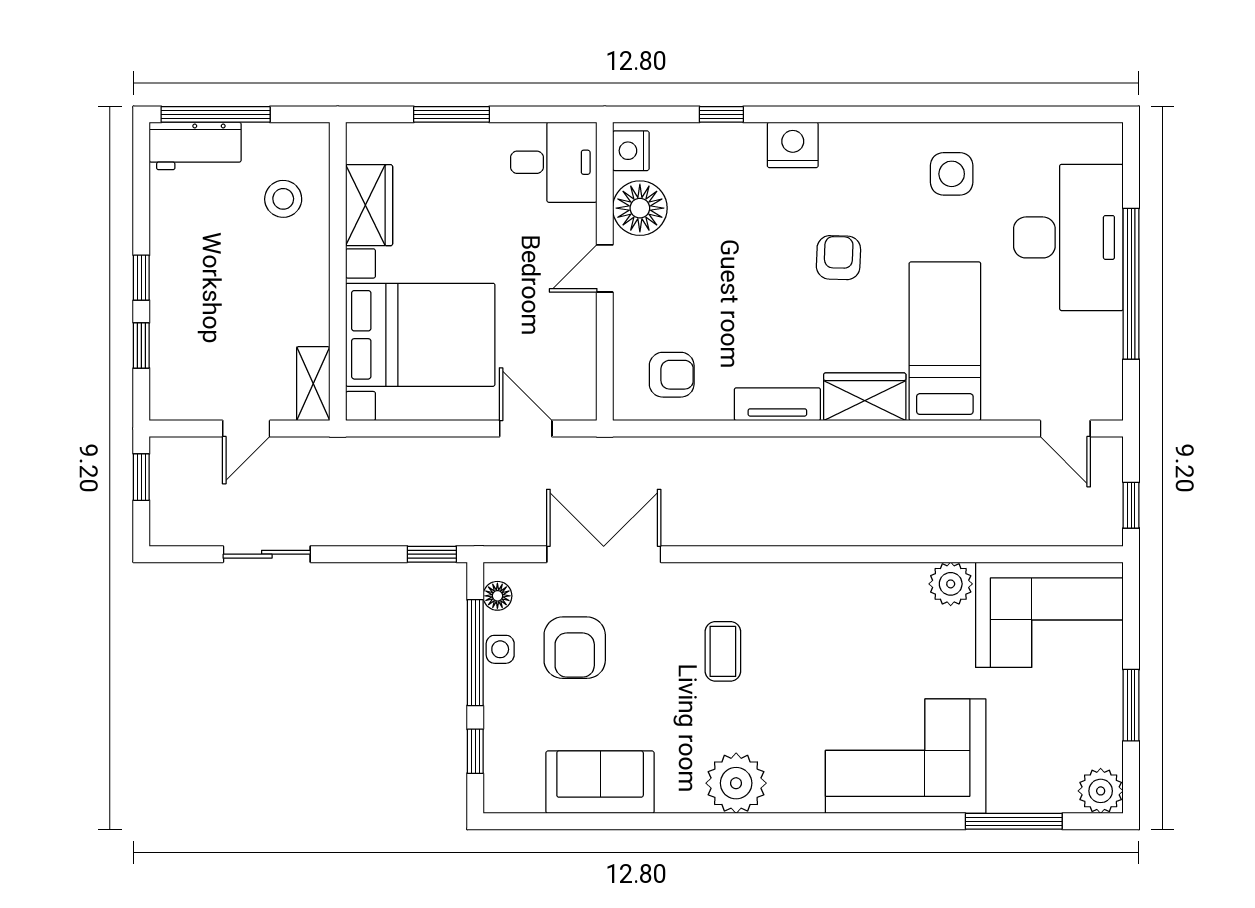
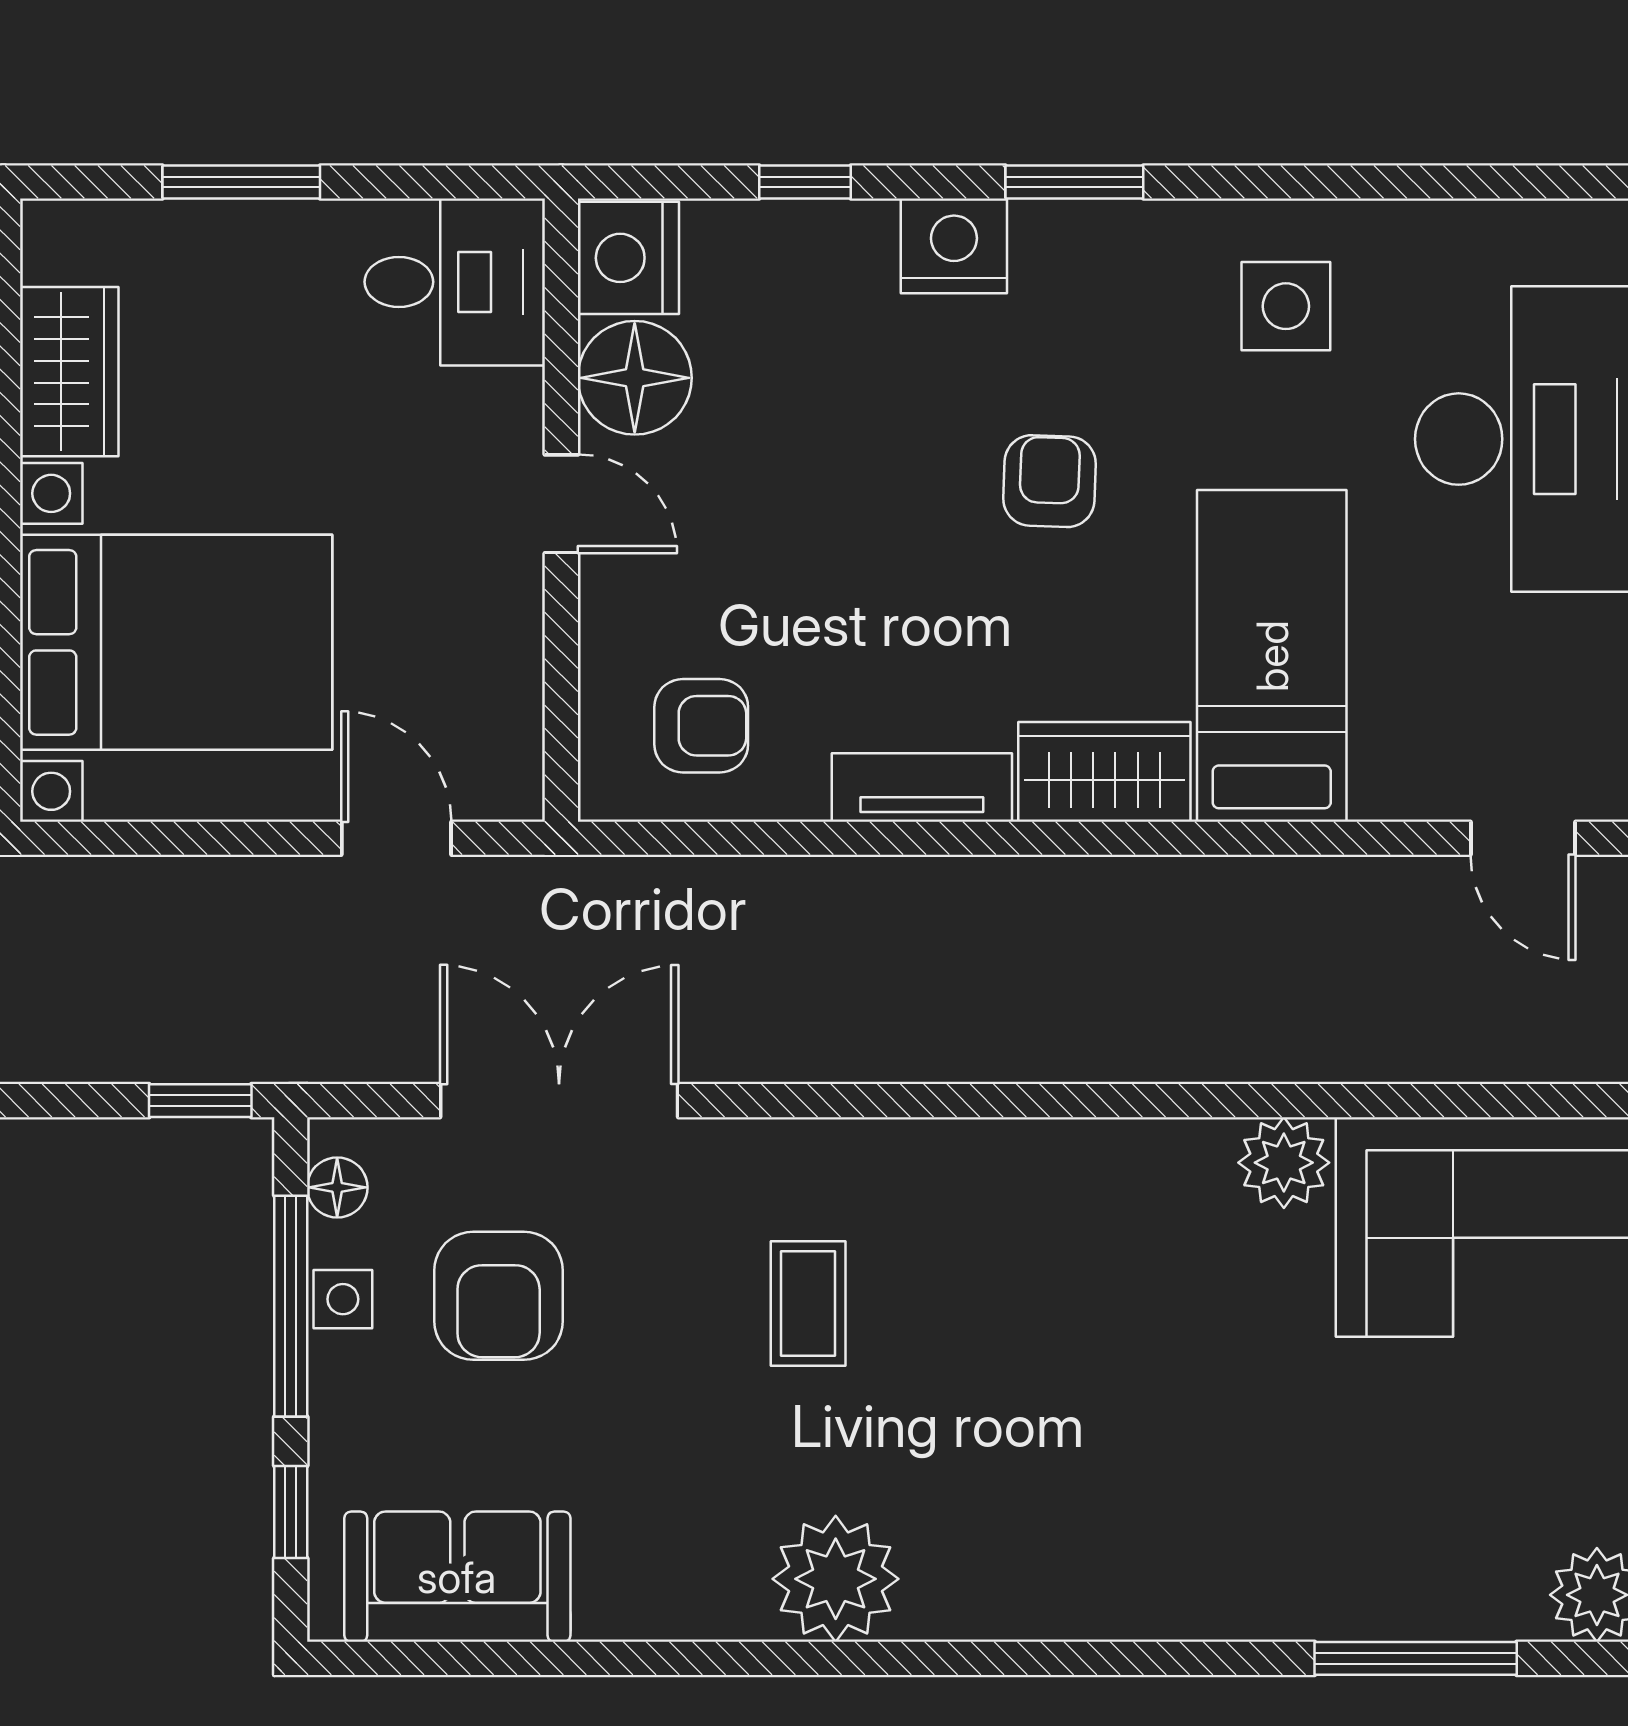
window: (850, 114) -> (1074, 182), added
nightstand: (631, 151) -> (628, 258), width x1.36, depth x1.33
door: (605, 268) -> (561, 504), swing flipped
corner sofa: (906, 756) -> (1190, 1522), removed
sofa: (600, 782) -> (457, 1577), moved

